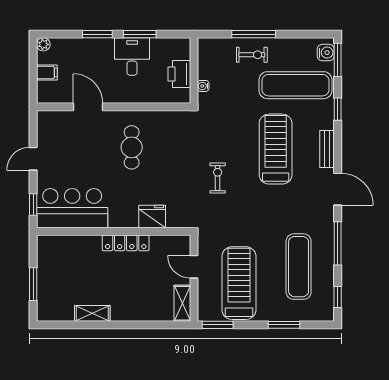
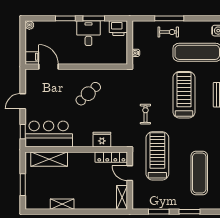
filing cabinet: (47, 72) -> (32, 57), moved
printer: (179, 74) -> (118, 28), moved, turned -90
door: (88, 107) -> (49, 67), moved
cafe table: (132, 147) -> (88, 94), turned 48
locker: (126, 243) -> (111, 157), moved
shelving: (73, 246) -> (49, 159), added
treadmill: (239, 283) -> (157, 156), moved
window: (218, 325) -> (159, 212), moved

